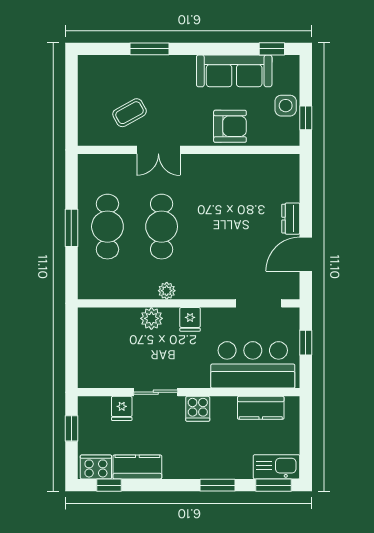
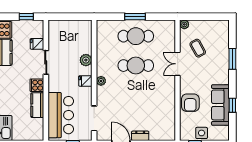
window: (272, 49) -> (232, 105), moved
plant: (86, 137) -> (184, 24), added
plant: (167, 291) -> (101, 81), moved
kitchen counter: (261, 408) -> (37, 105), moved

